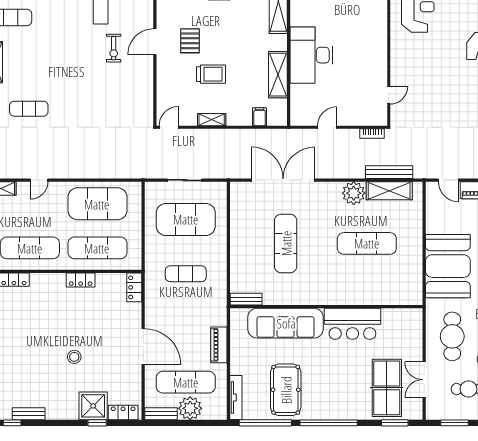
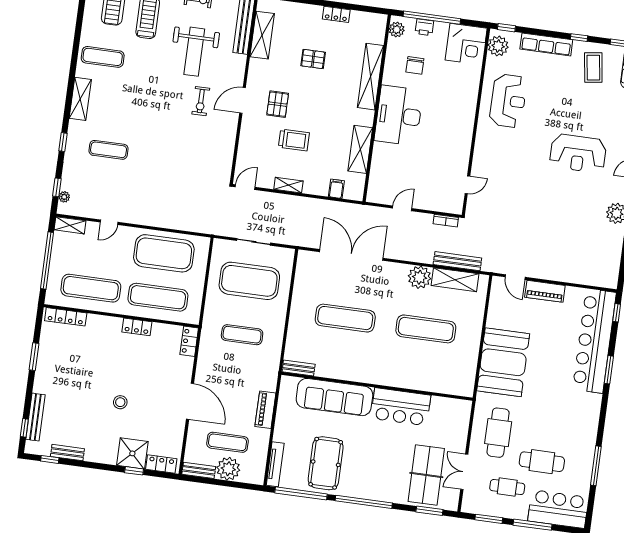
desk: (311, 55) -> (399, 115), moved
exercise mat: (286, 243) -> (345, 318), turned 90
exercise mat: (186, 382) -> (228, 442), width x0.73, depth x0.69

